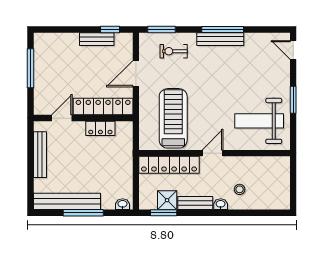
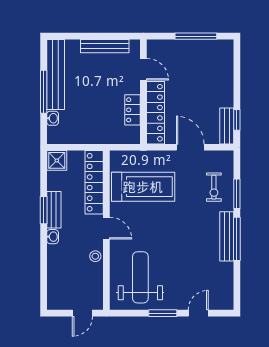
window: (162, 29) -> (237, 194), moved
bench: (97, 39) -> (227, 126), moved
door: (293, 50) -> (198, 313), moved
exercise bike: (174, 51) -> (214, 187), turned 180
door: (293, 176) -> (82, 313), added
stool: (240, 189) -> (95, 256), moved
shower: (167, 200) -> (57, 160), moved
washbasin: (123, 204) -> (53, 118), moved
window: (164, 213) -> (44, 210), moved

